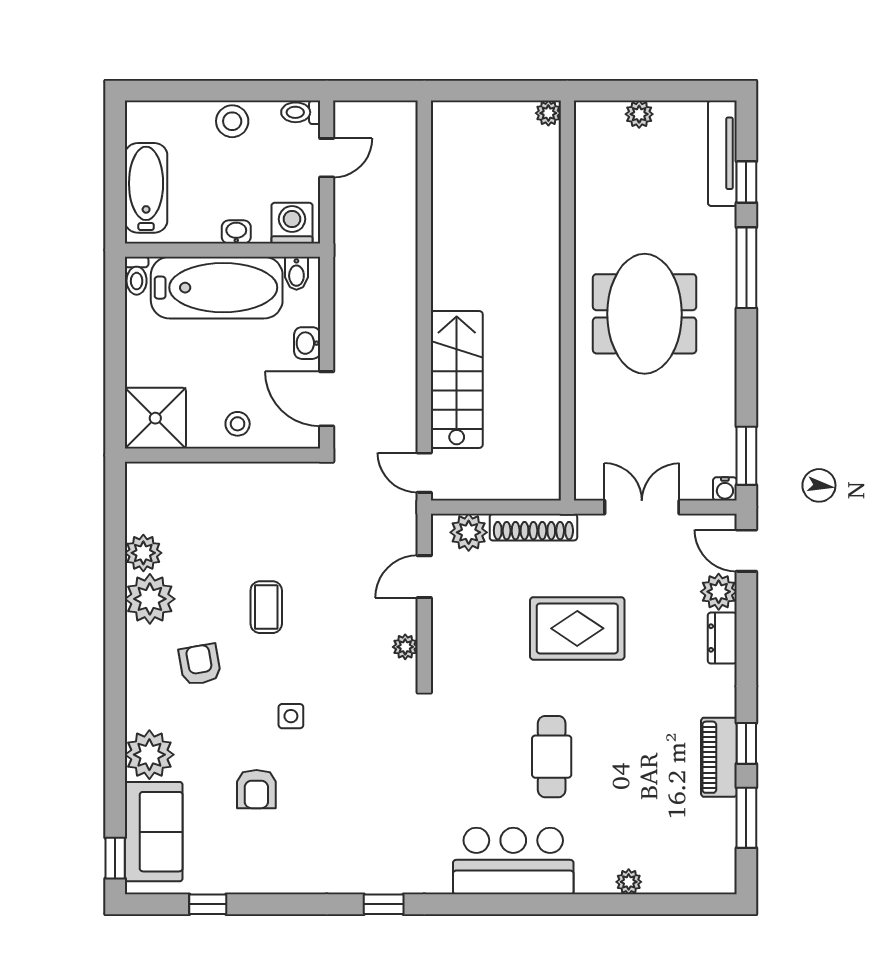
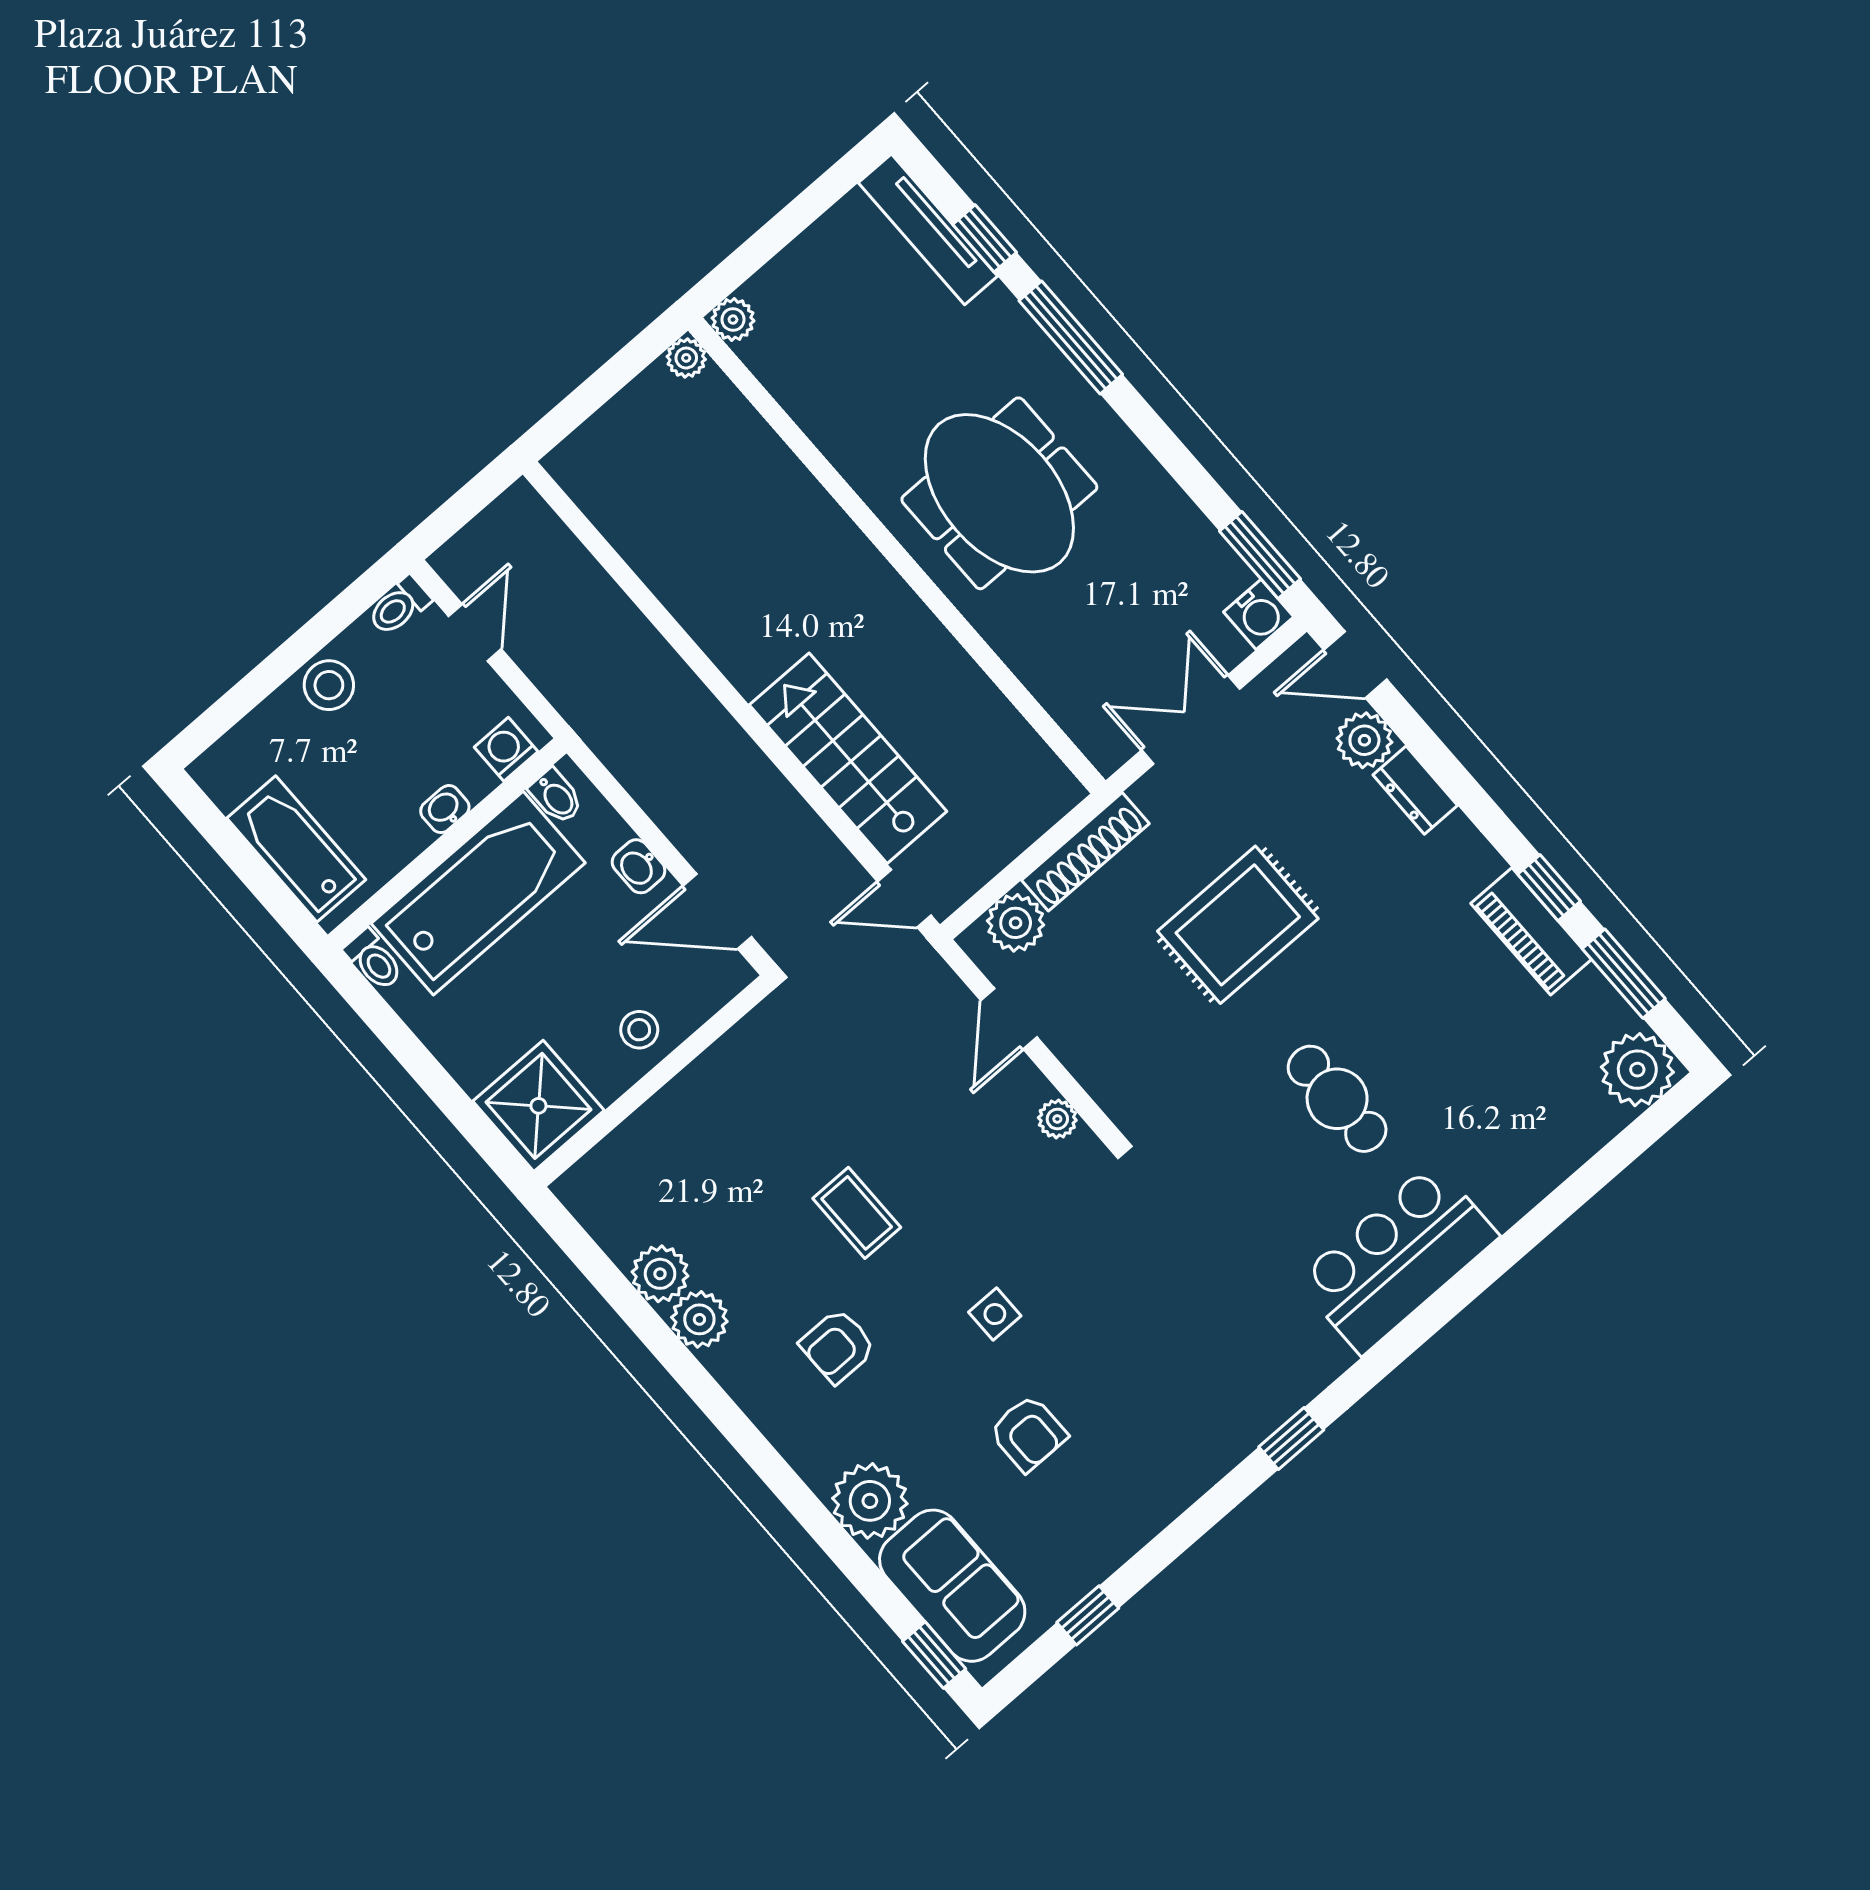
plant: (639, 114) -> (733, 320), moved
washing machine: (292, 223) -> (506, 749), width x0.73, depth x0.73
water cooler: (725, 489) -> (1259, 614), width x1.38, depth x1.38
plant: (150, 599) -> (699, 1319), width x0.73, depth x0.73
armchair: (200, 665) -> (838, 1346), turned -80
plant: (629, 882) -> (1637, 1070), moved, width x1.87, depth x1.87

